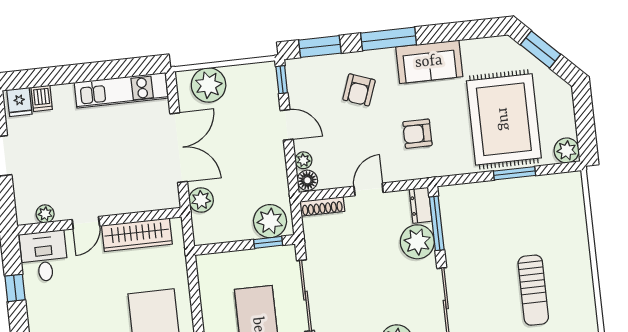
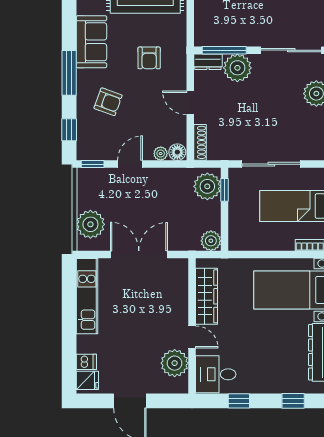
window: (320, 47) -> (69, 130), width x0.67
plant: (201, 200) -> (211, 241), moved
plant: (45, 214) -> (175, 363), width x1.88, depth x1.88

